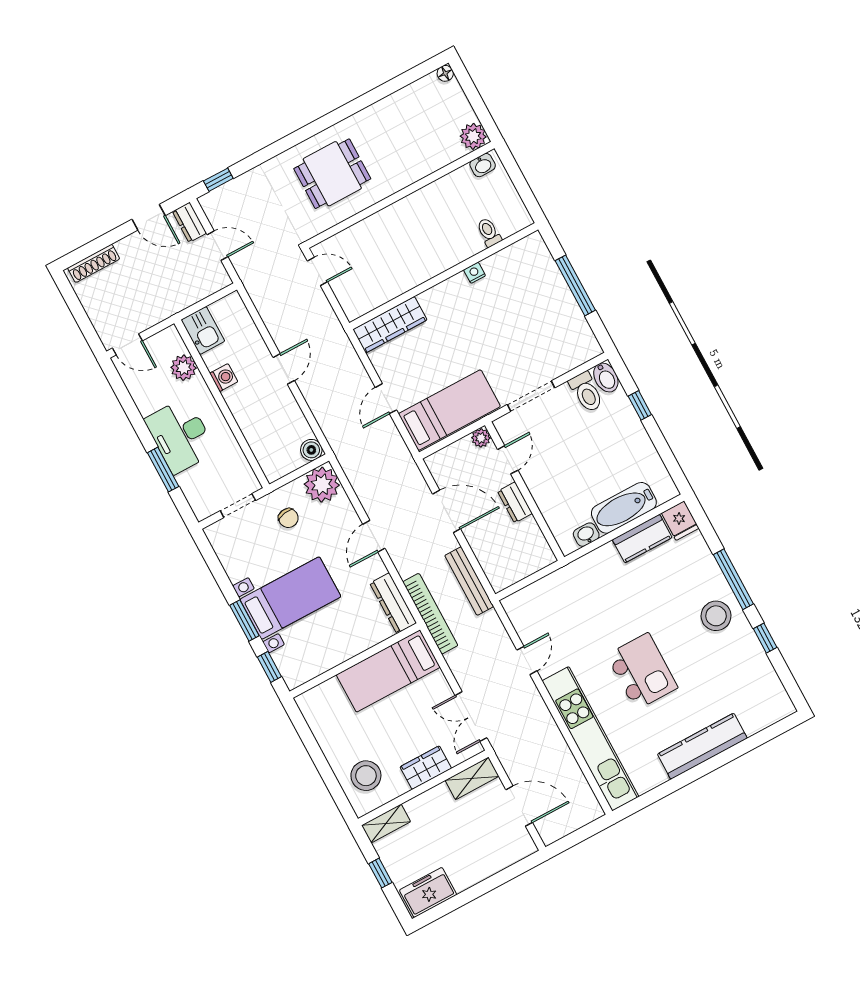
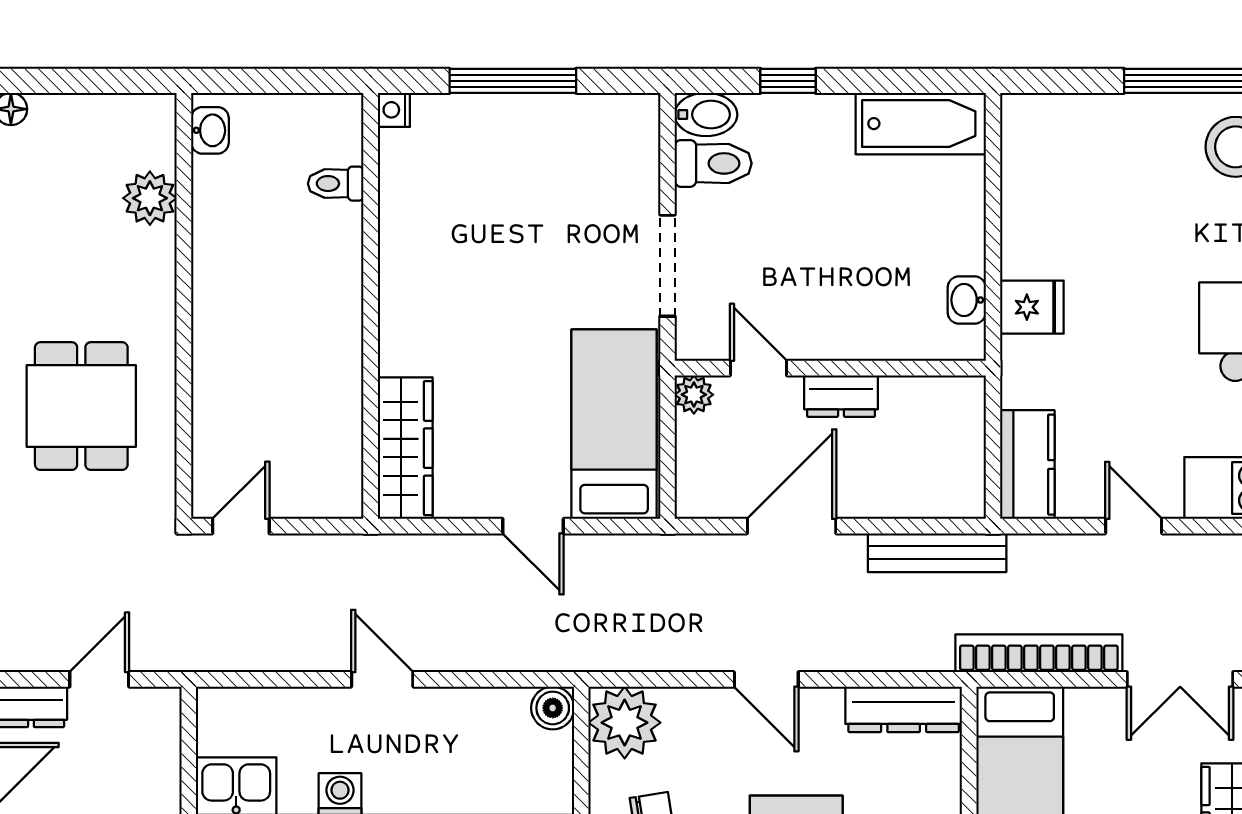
plant: (473, 136) -> (150, 198), moved
nightstand: (475, 273) -> (394, 110), moved
bathtub: (624, 508) -> (921, 124), moved, turned -90
fridge: (680, 521) -> (1032, 307), moved
kitchen counter: (642, 539) -> (1027, 465), moved
bookcase: (430, 614) -> (1039, 653), moved

